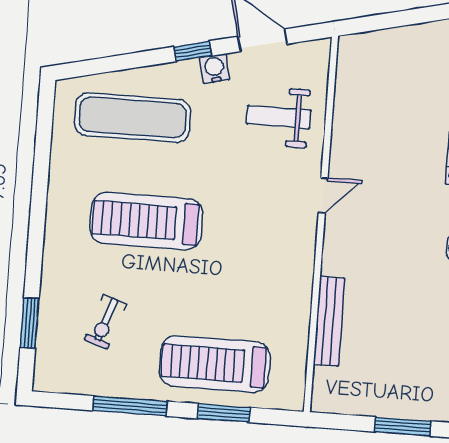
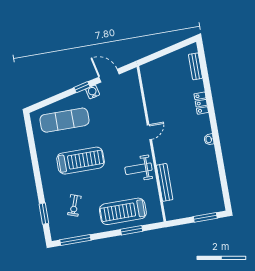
weight bench: (279, 117) -> (138, 169), moved
treadmill: (146, 221) -> (81, 161), turned 180
window: (130, 406) -> (75, 240), moved

